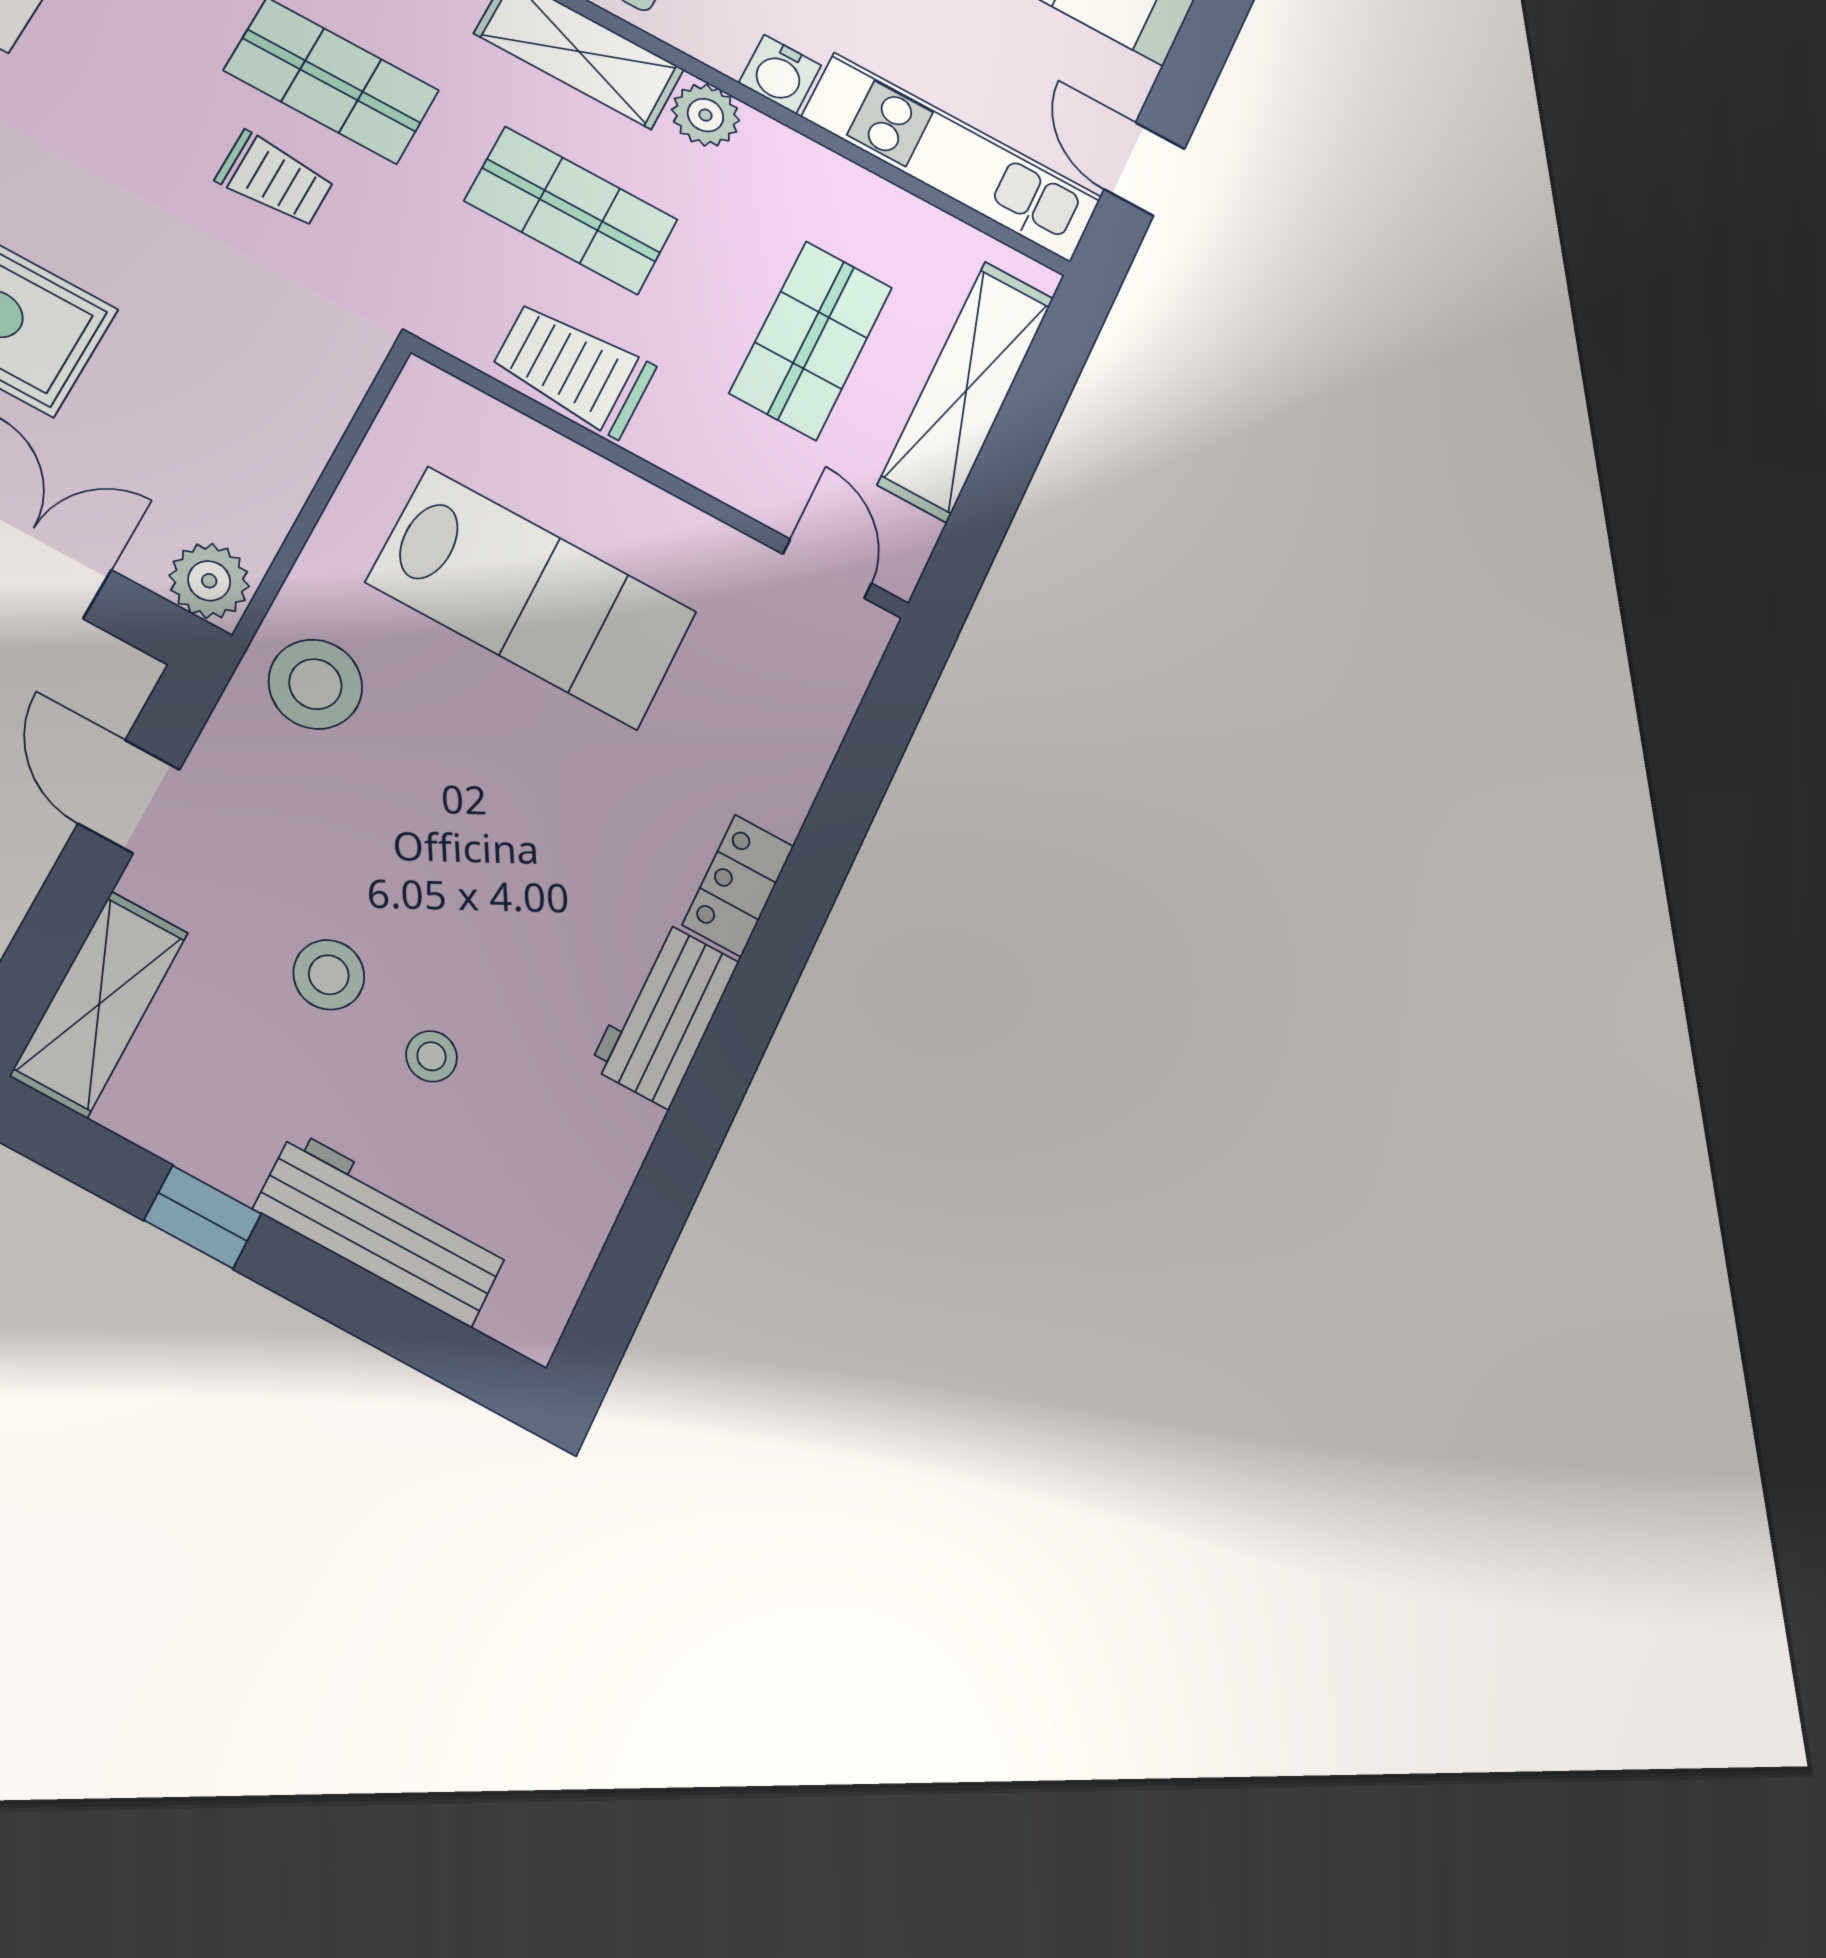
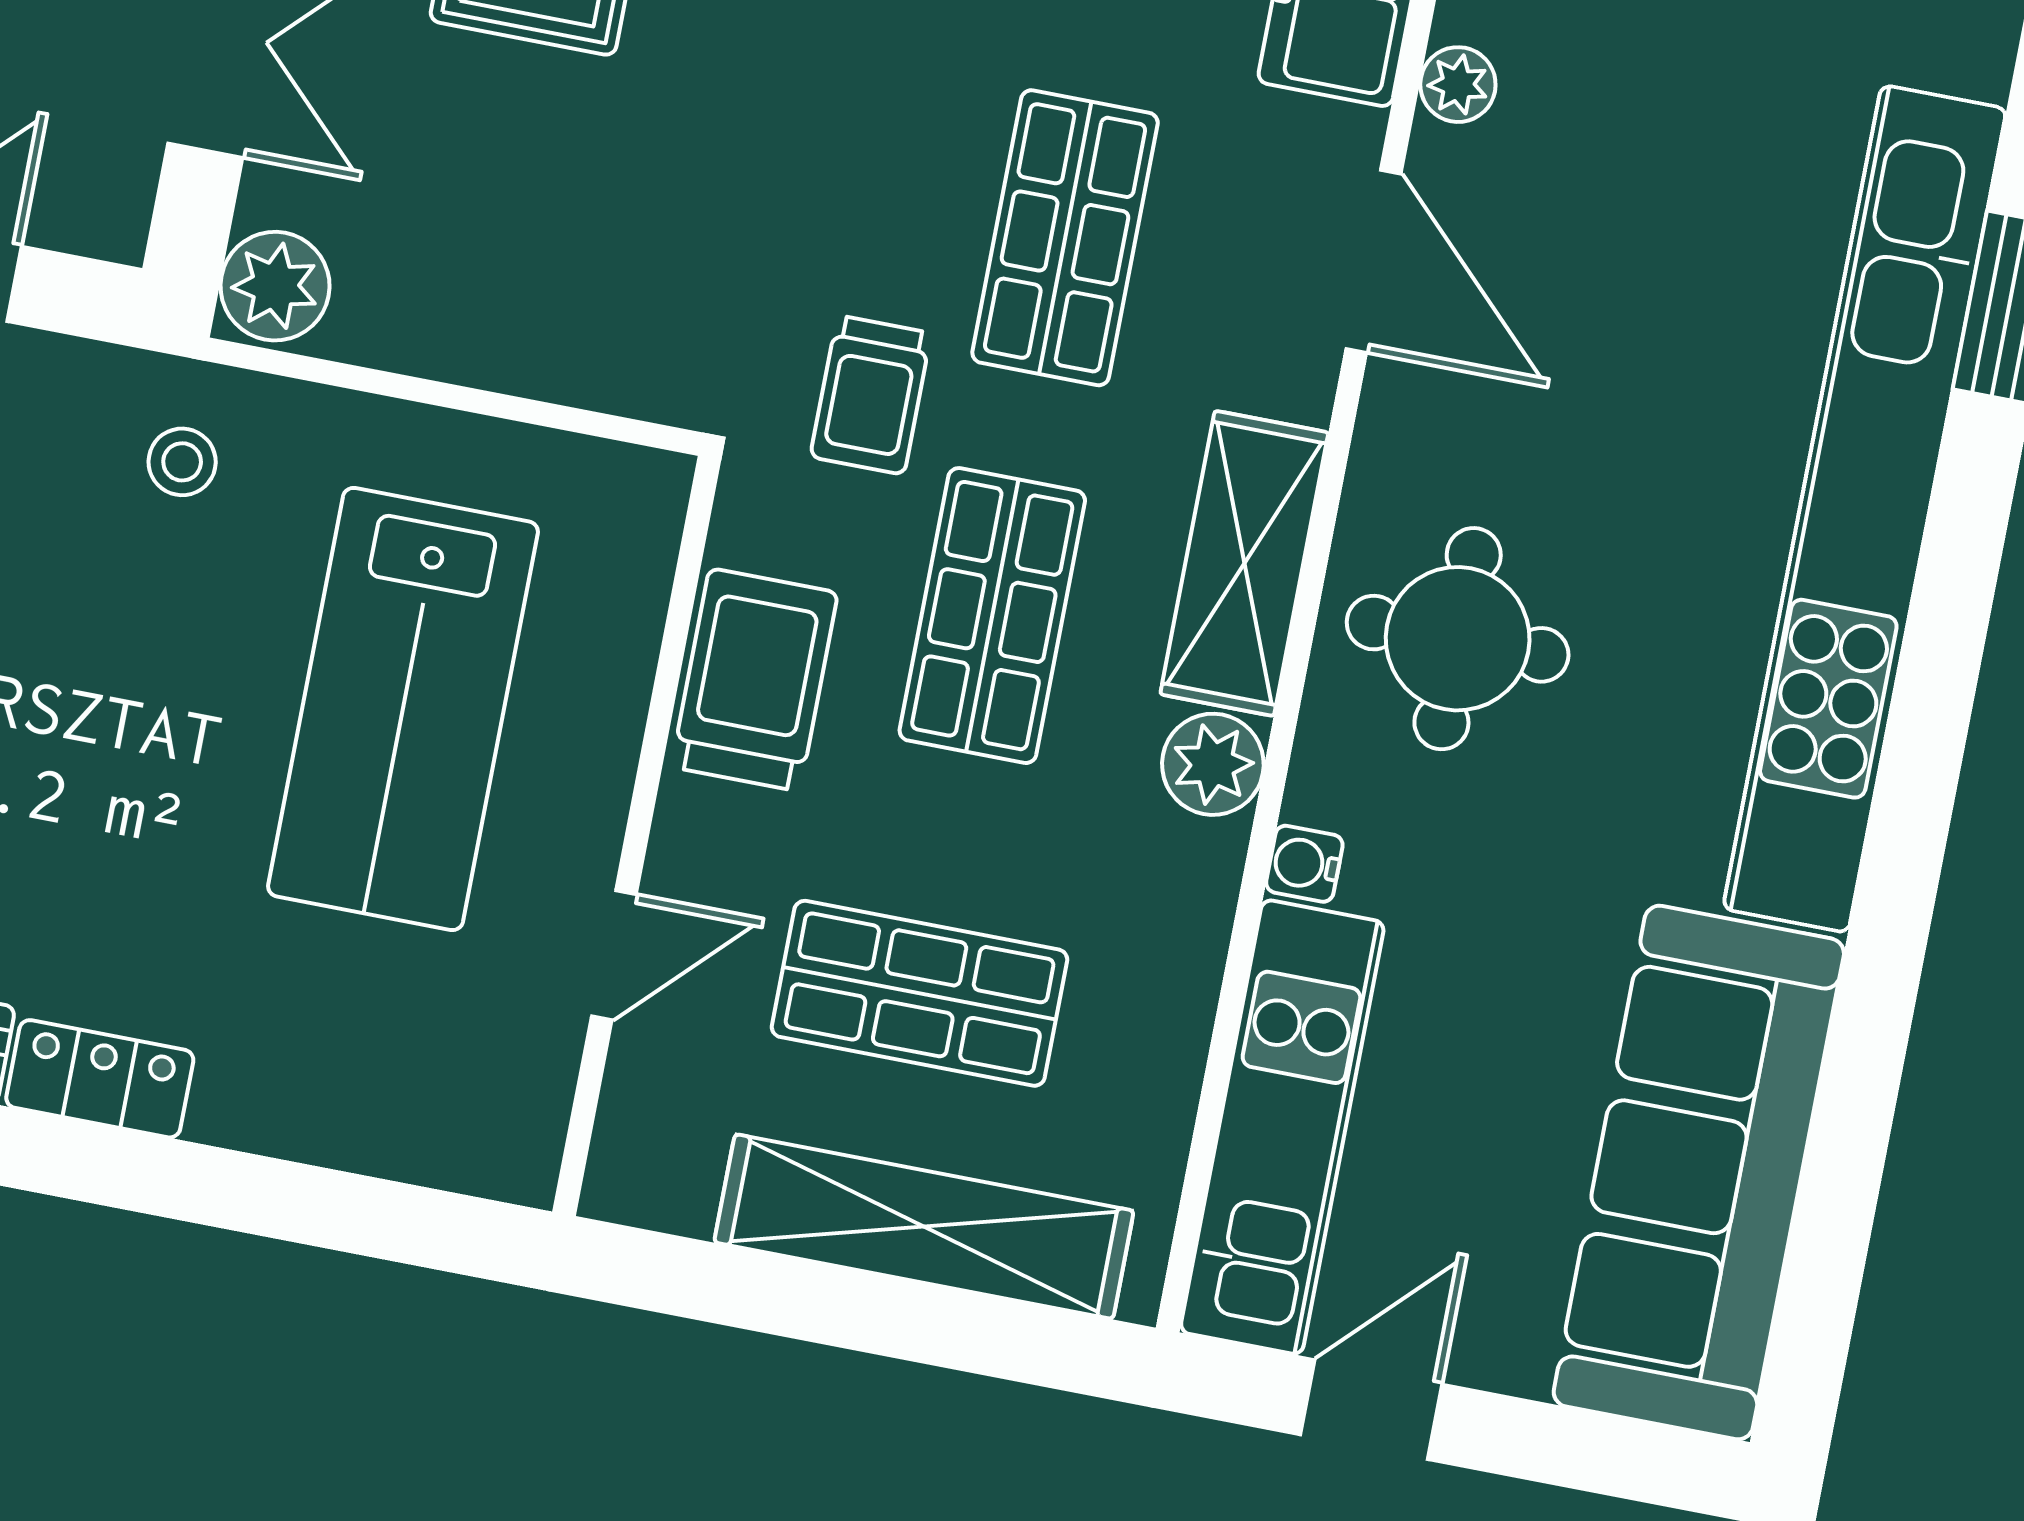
water cooler: (780, 74) -> (1304, 864), width x0.72, depth x0.72
trolley: (275, 179) -> (871, 395), moved
door: (827, 569) -> (614, 955), moved
stool: (315, 684) -> (182, 462), width x0.53, depth x0.53

